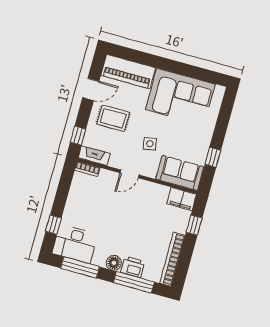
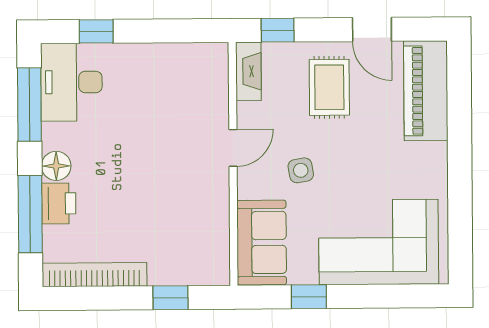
corner sofa: (180, 97) -> (379, 242), moved, turned 90
bookcase: (87, 169) -> (220, 66), removed
door: (129, 174) -> (233, 148), swing flipped
filing cabinet: (182, 199) -> (213, 260), removed

